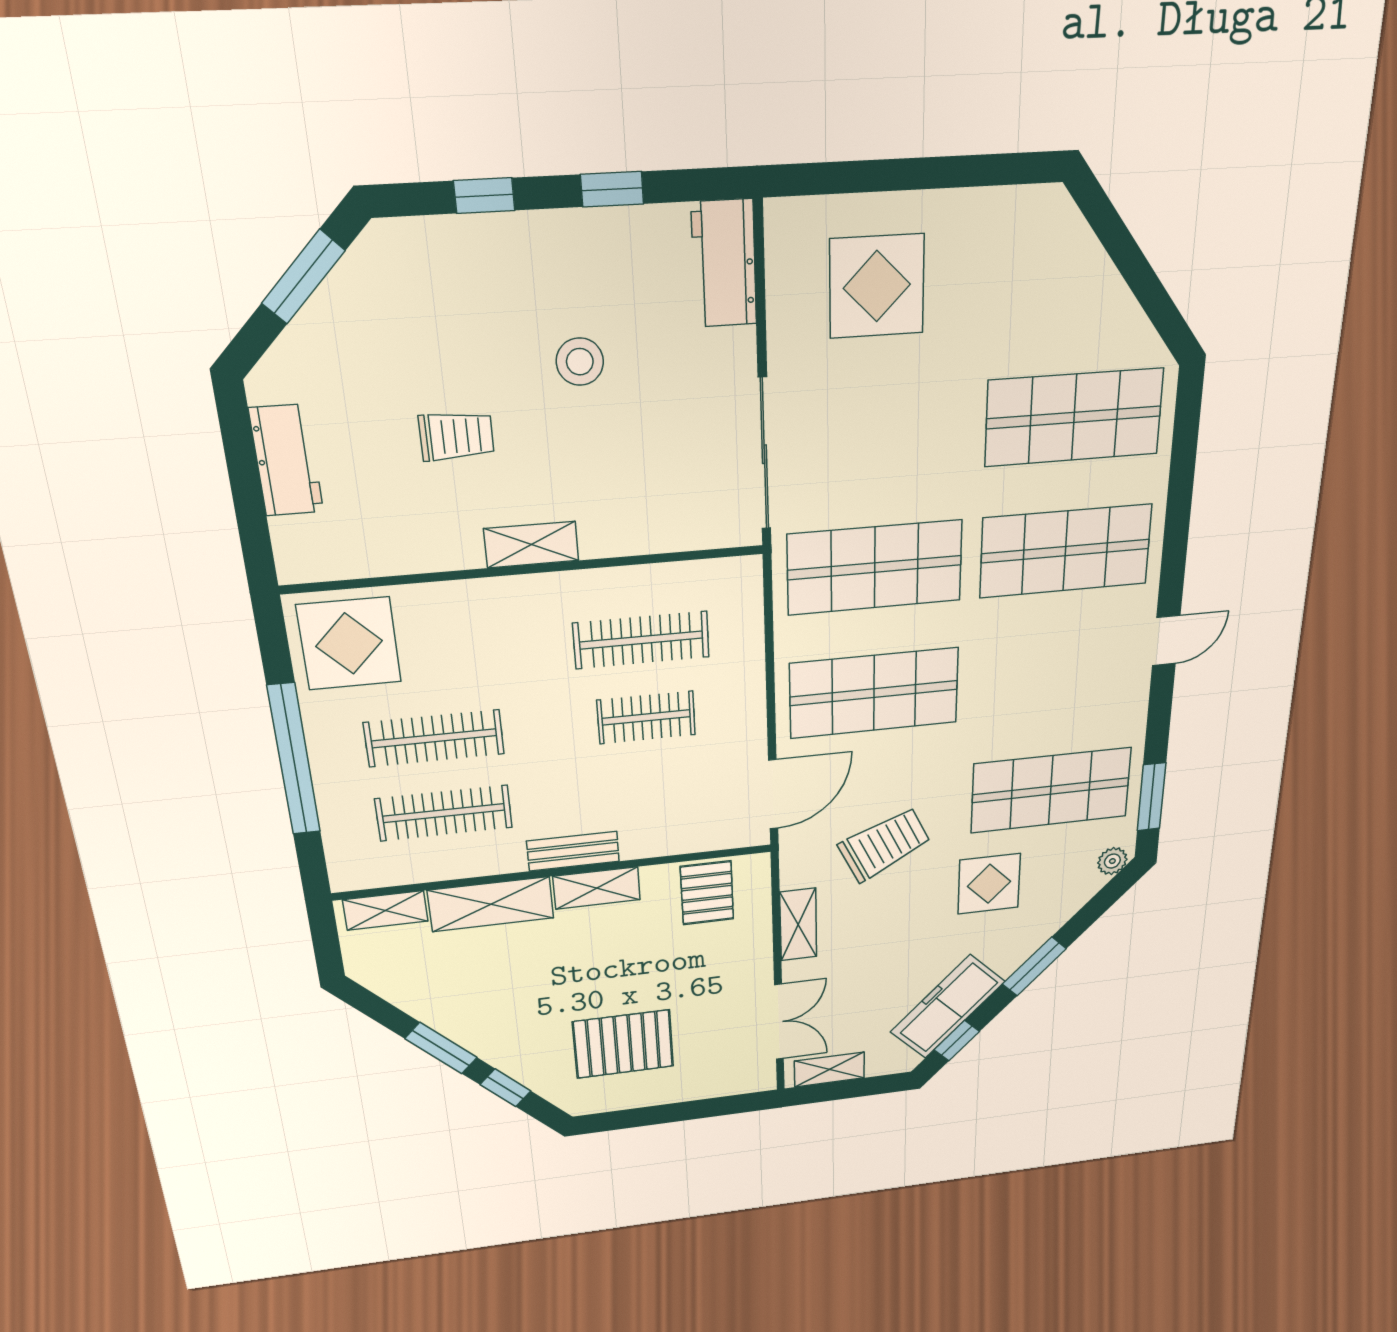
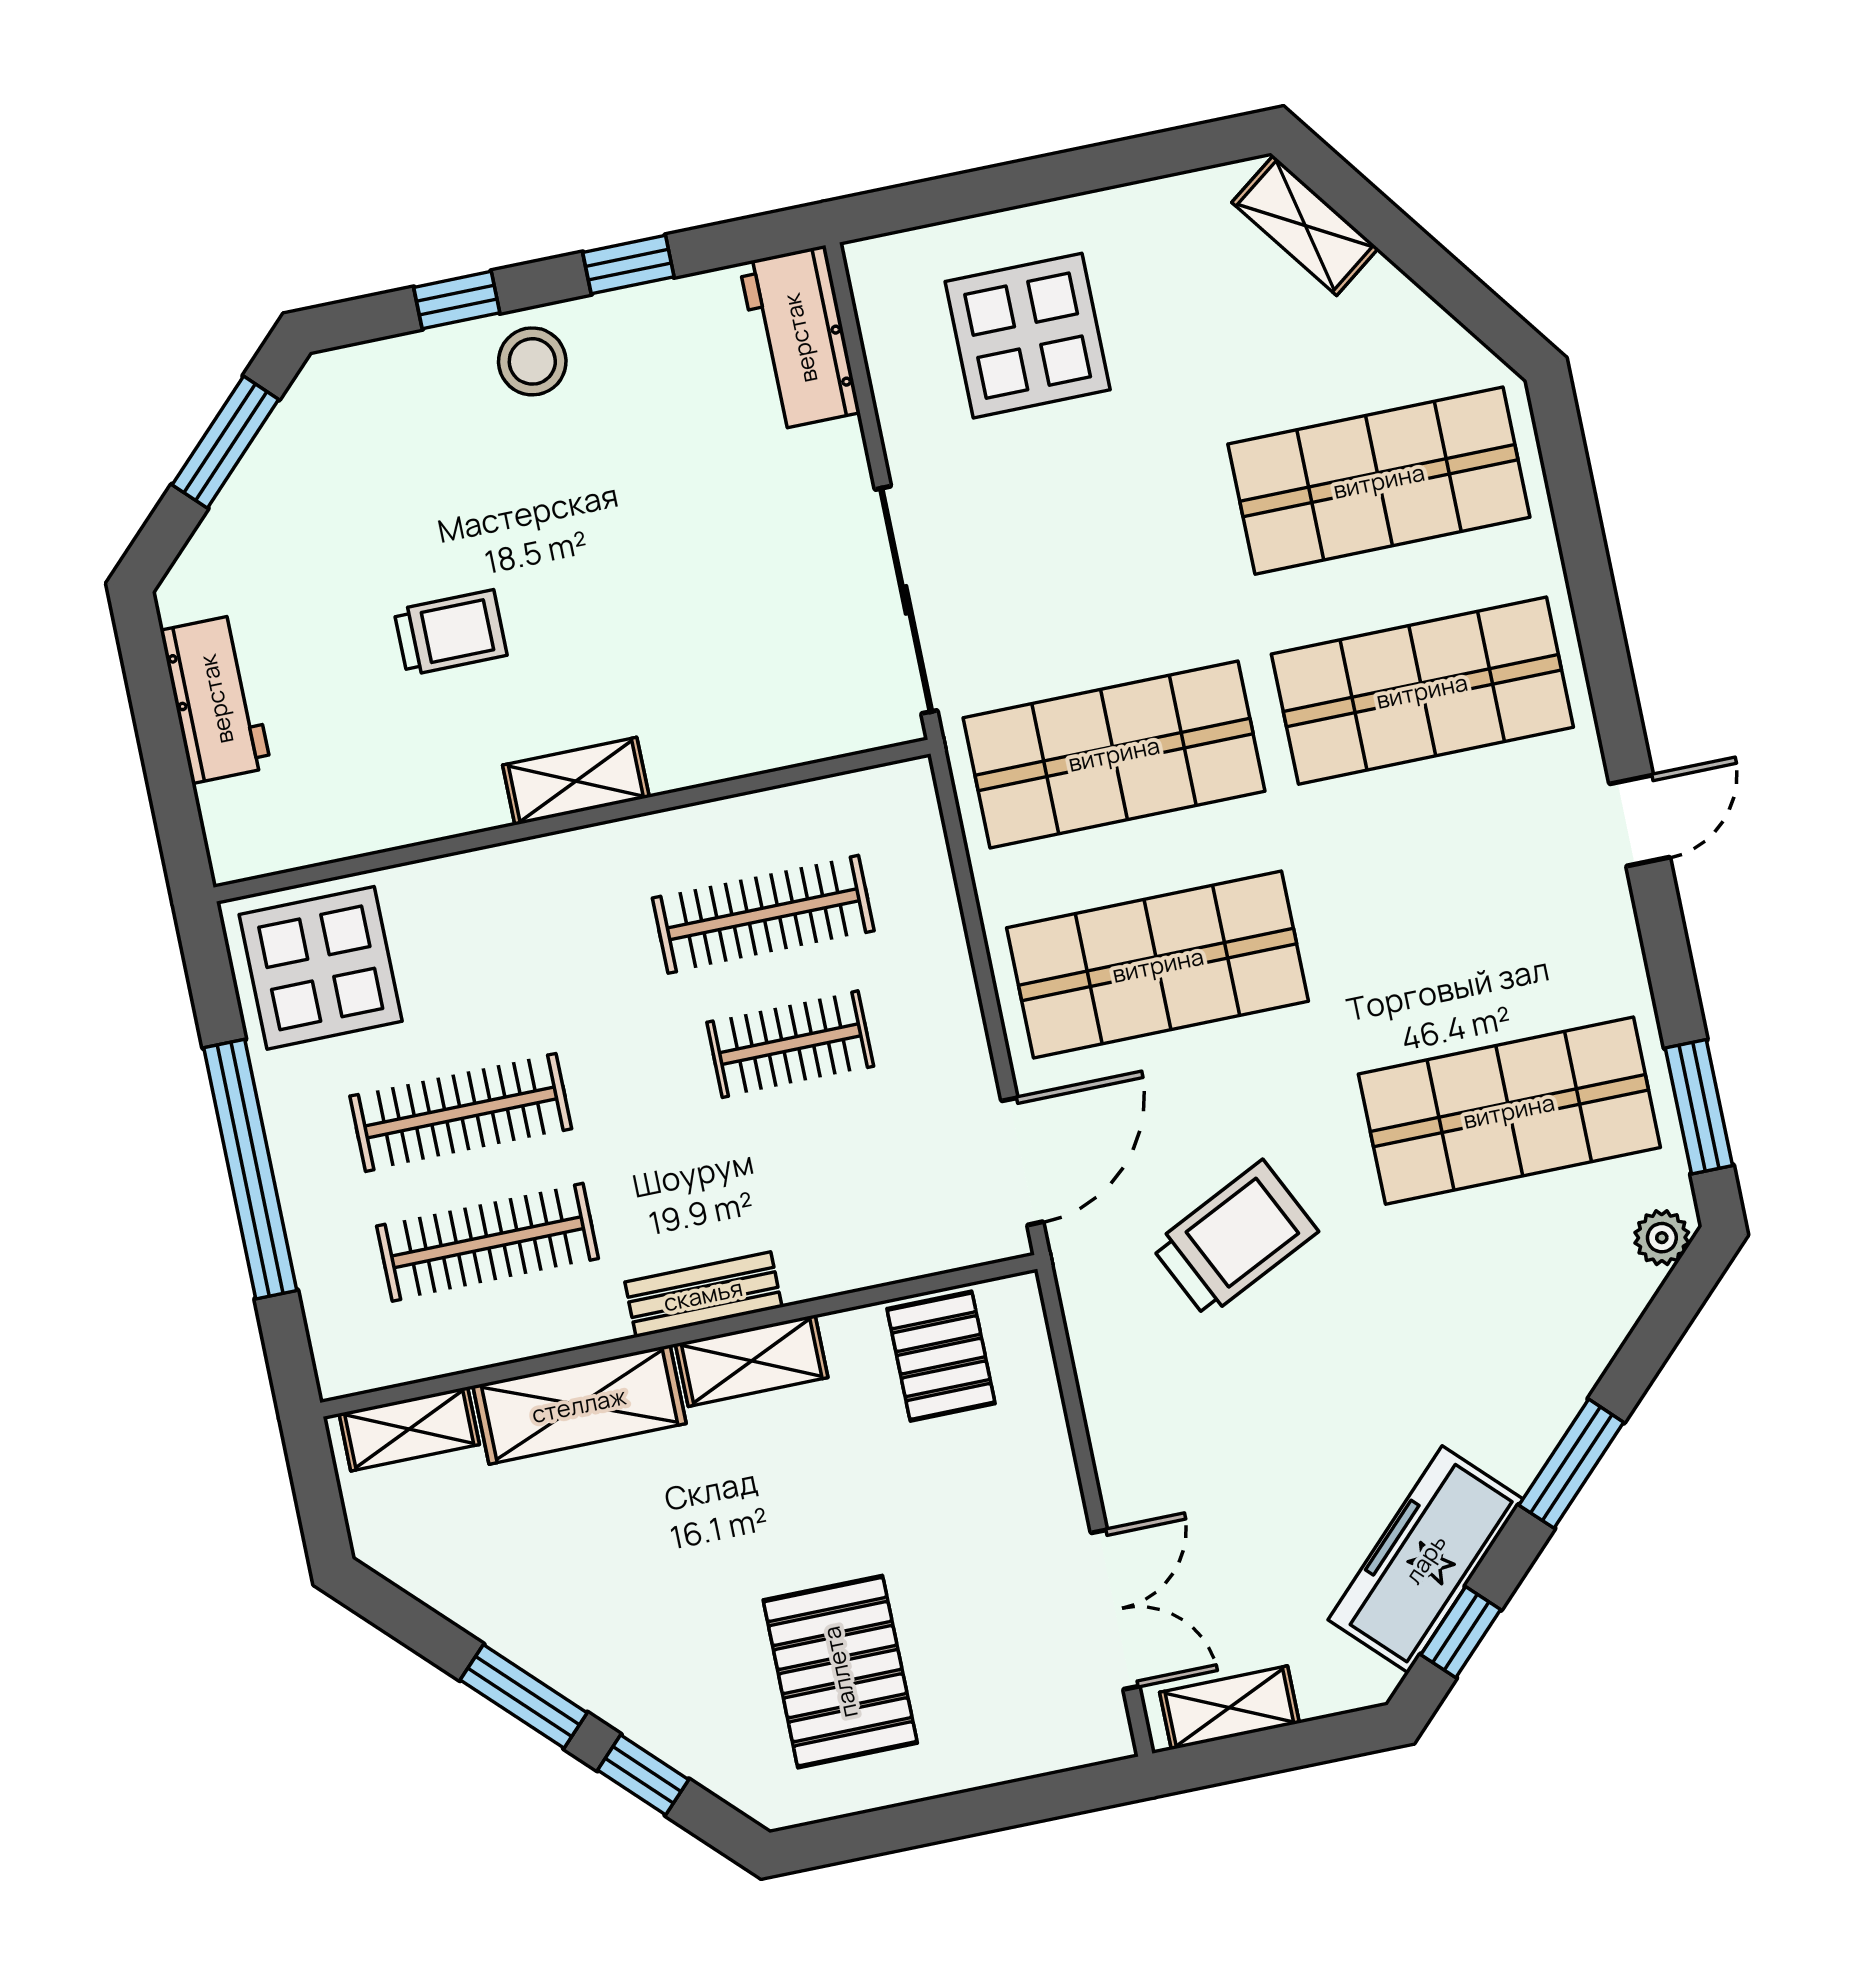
stool: (580, 362) -> (532, 361), moved
display table: (989, 884) -> (1442, 1301), removed
shelving: (798, 925) -> (1305, 225), moved, turned -37
pallet: (623, 1044) -> (840, 1672), turned 90

